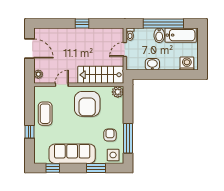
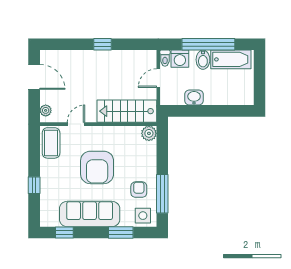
washing machine: (187, 64) -> (180, 59), moved, turned 180
armchair: (87, 104) -> (97, 167), moved
coffee table: (45, 114) -> (51, 143), moved

